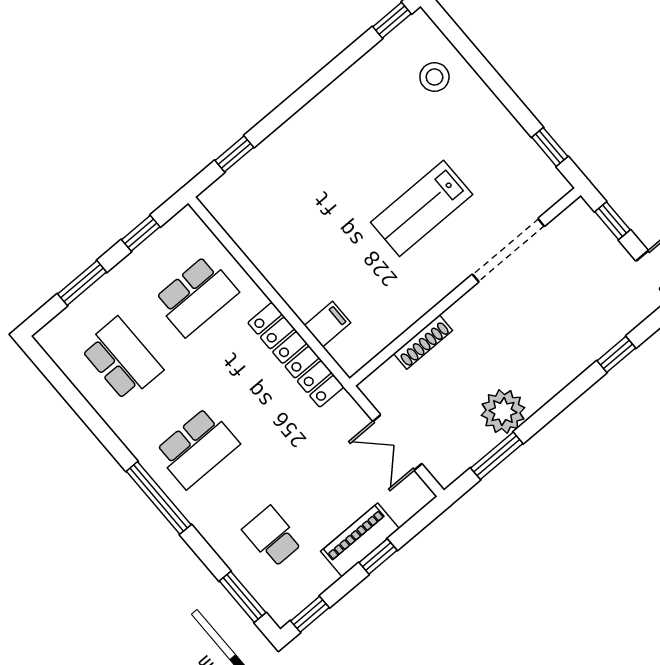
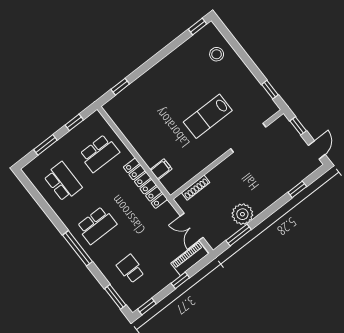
shoe rack: (423, 342) -> (196, 188), moved
piano: (360, 540) -> (190, 259), moved

